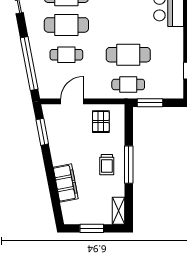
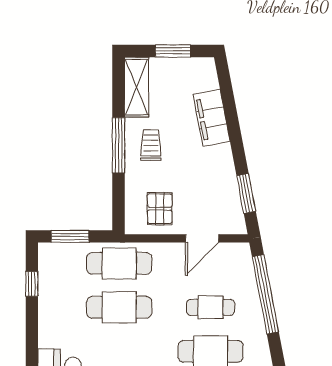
cafe table: (128, 85) -> (119, 263), width x1.37, depth x1.35
window: (150, 103) -> (70, 236), moved
shelving: (118, 211) -> (137, 87), width x1.50, depth x1.33

